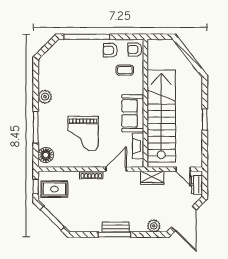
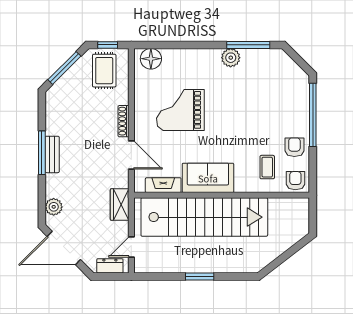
window: (36, 127) -> (248, 45), moved

